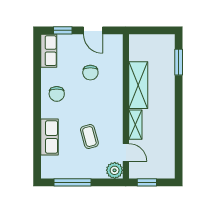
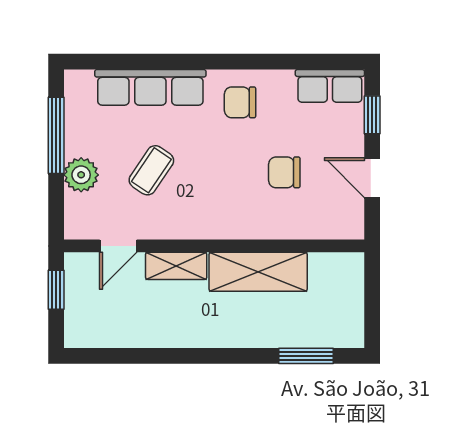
door: (93, 30) -> (372, 178), hinge flipped
row of seats: (49, 137) -> (150, 87), width x1.48
coffee table: (89, 137) -> (151, 170), turned -41
plant: (115, 170) -> (81, 175), moved

